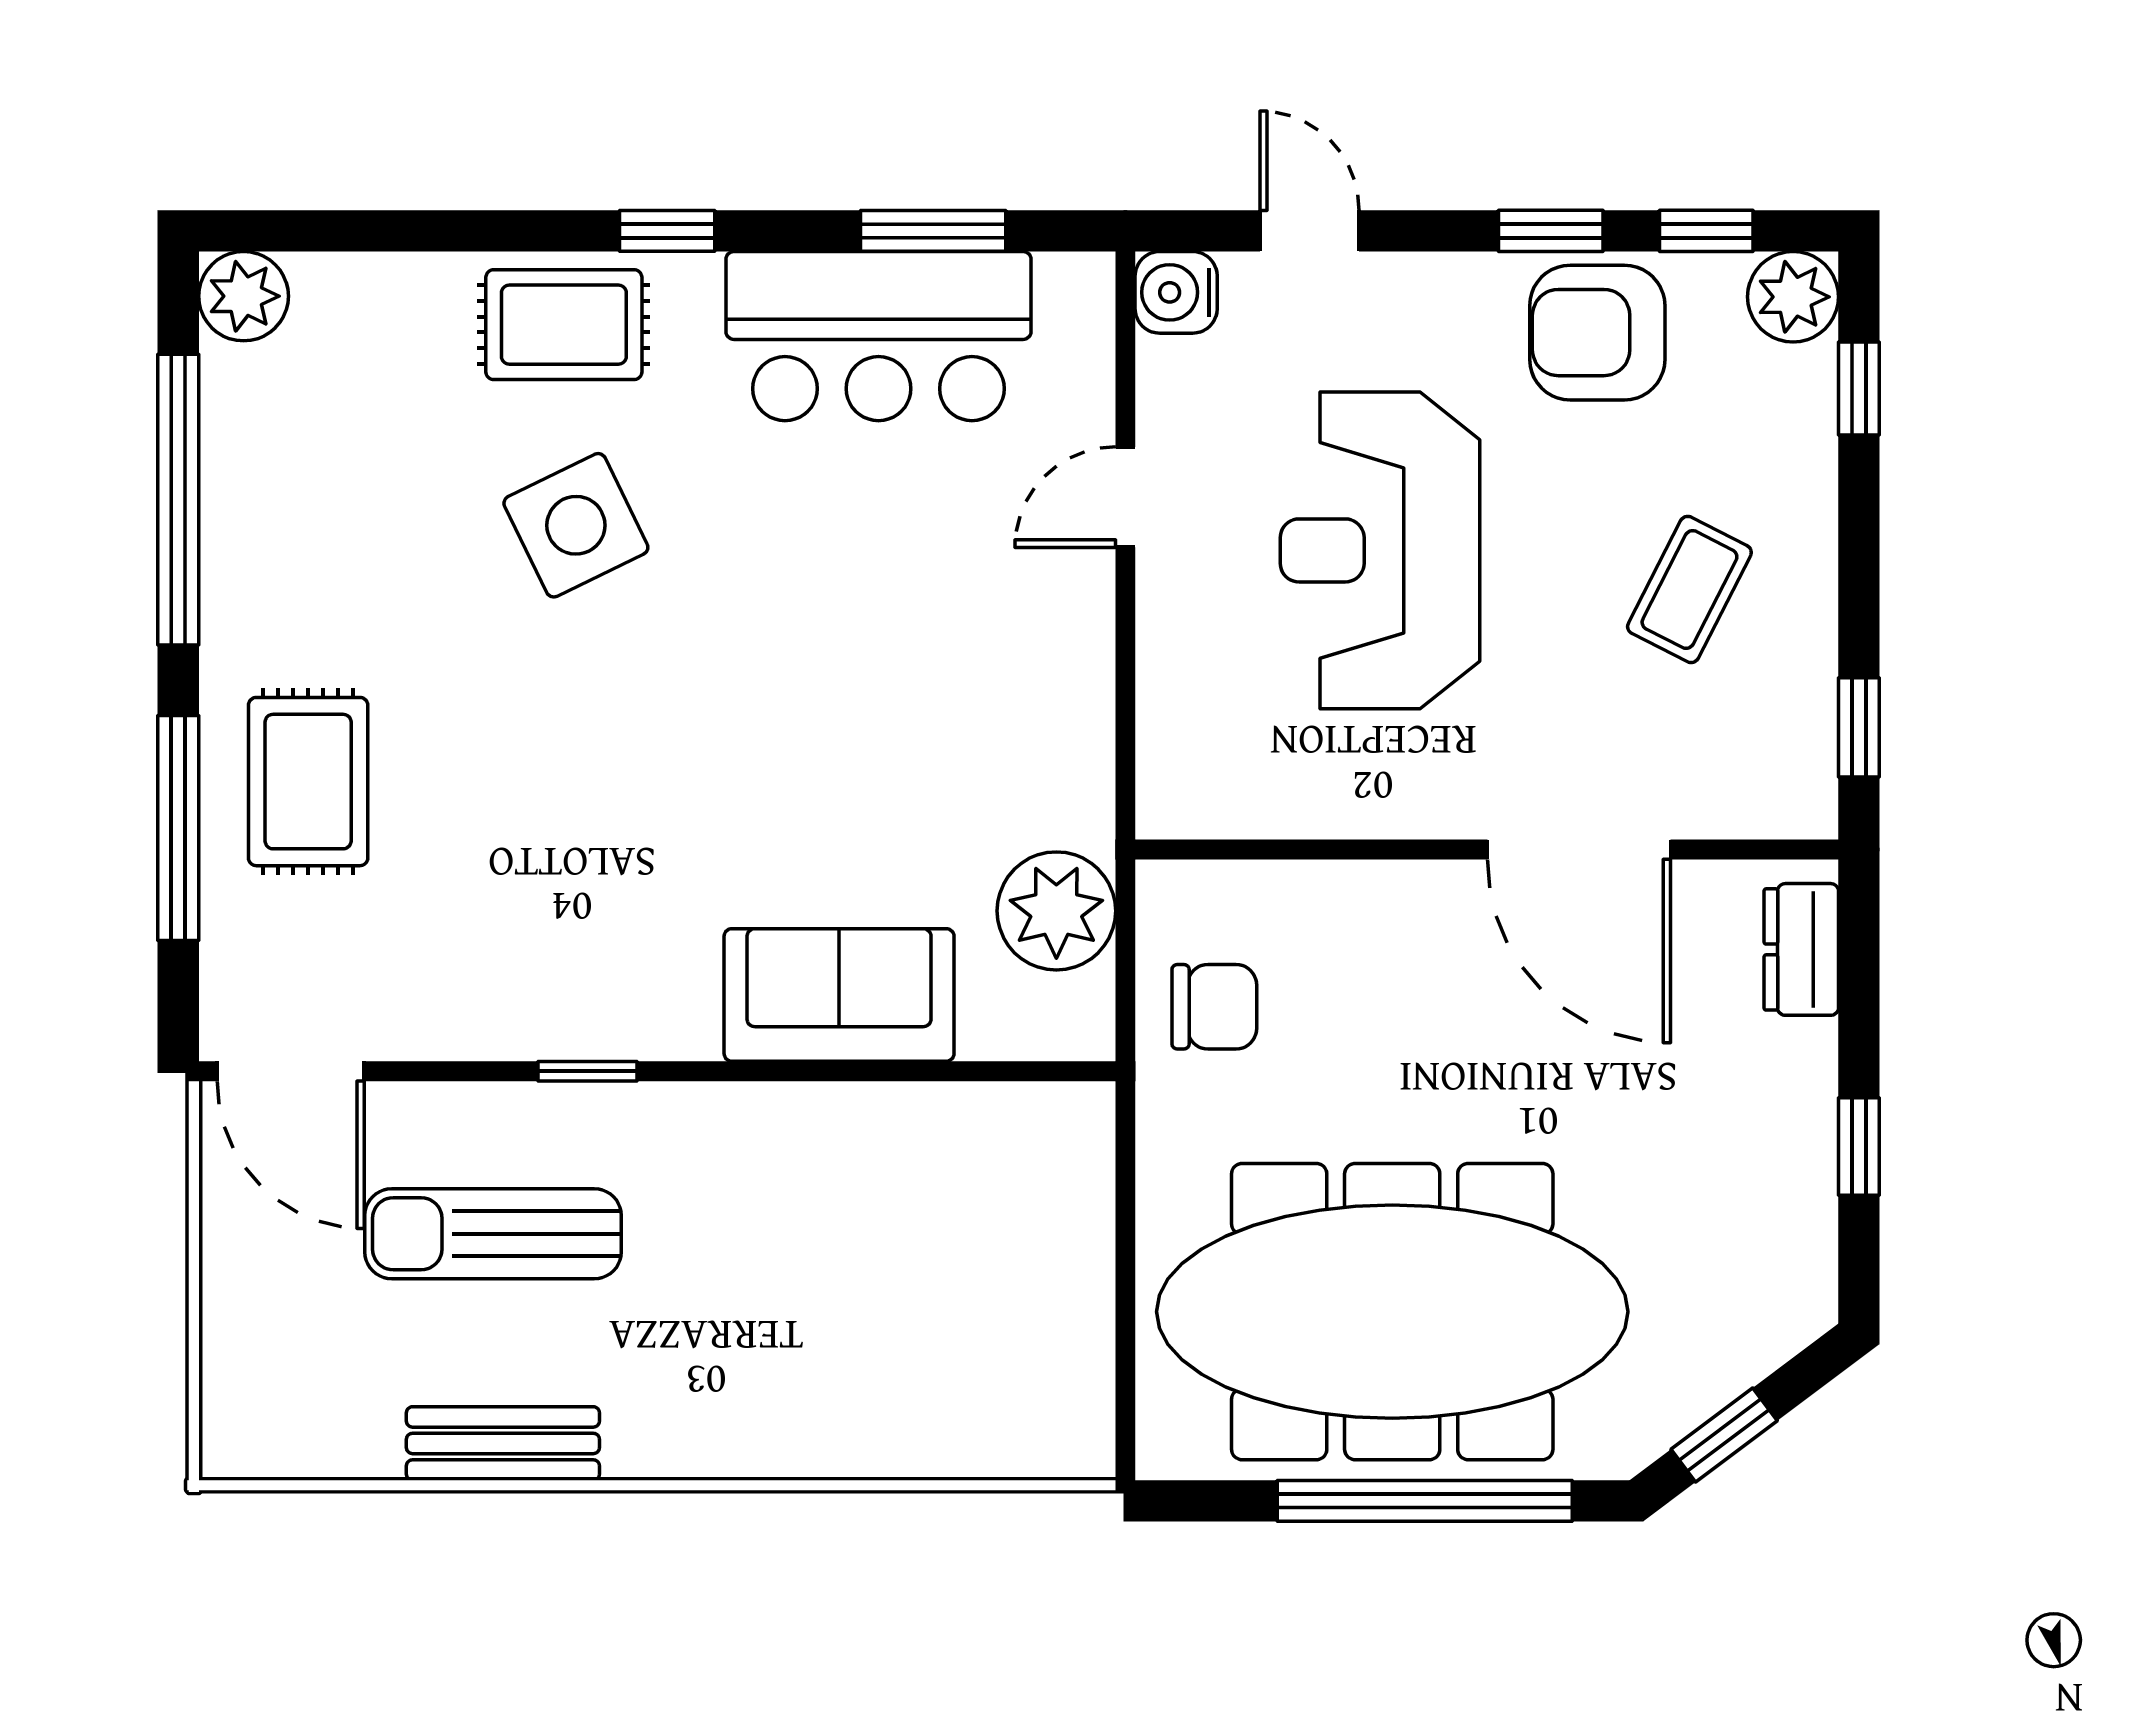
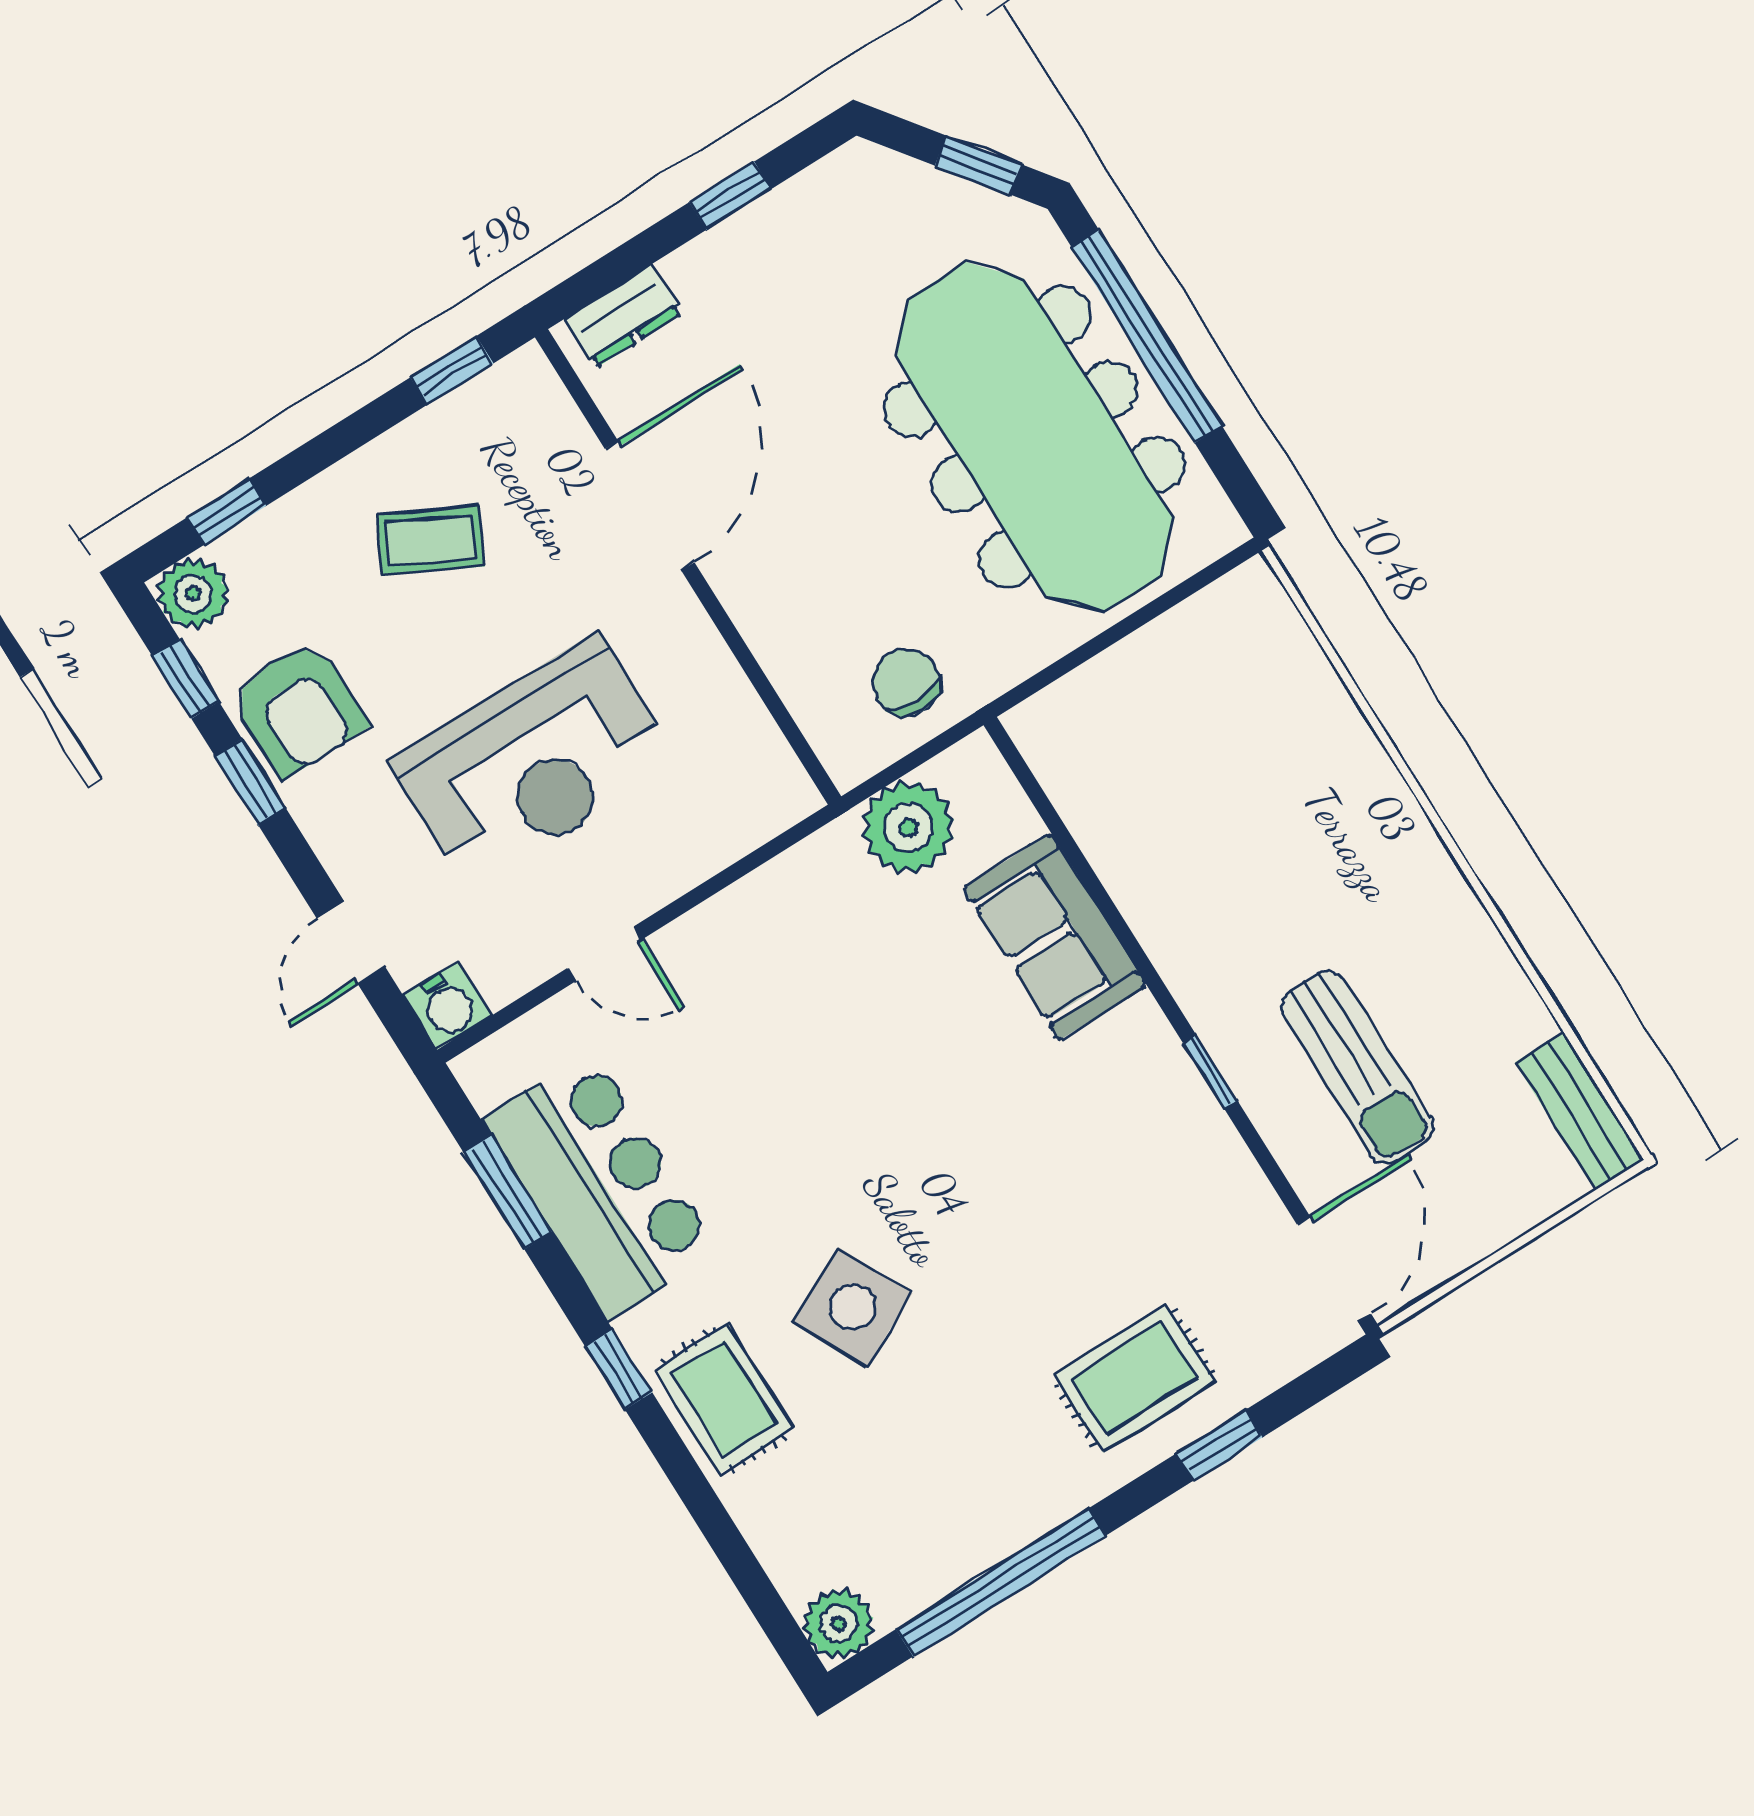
window: (178, 828) -> (1219, 1445), width x0.46
bench: (503, 1443) -> (1580, 1111), moved

